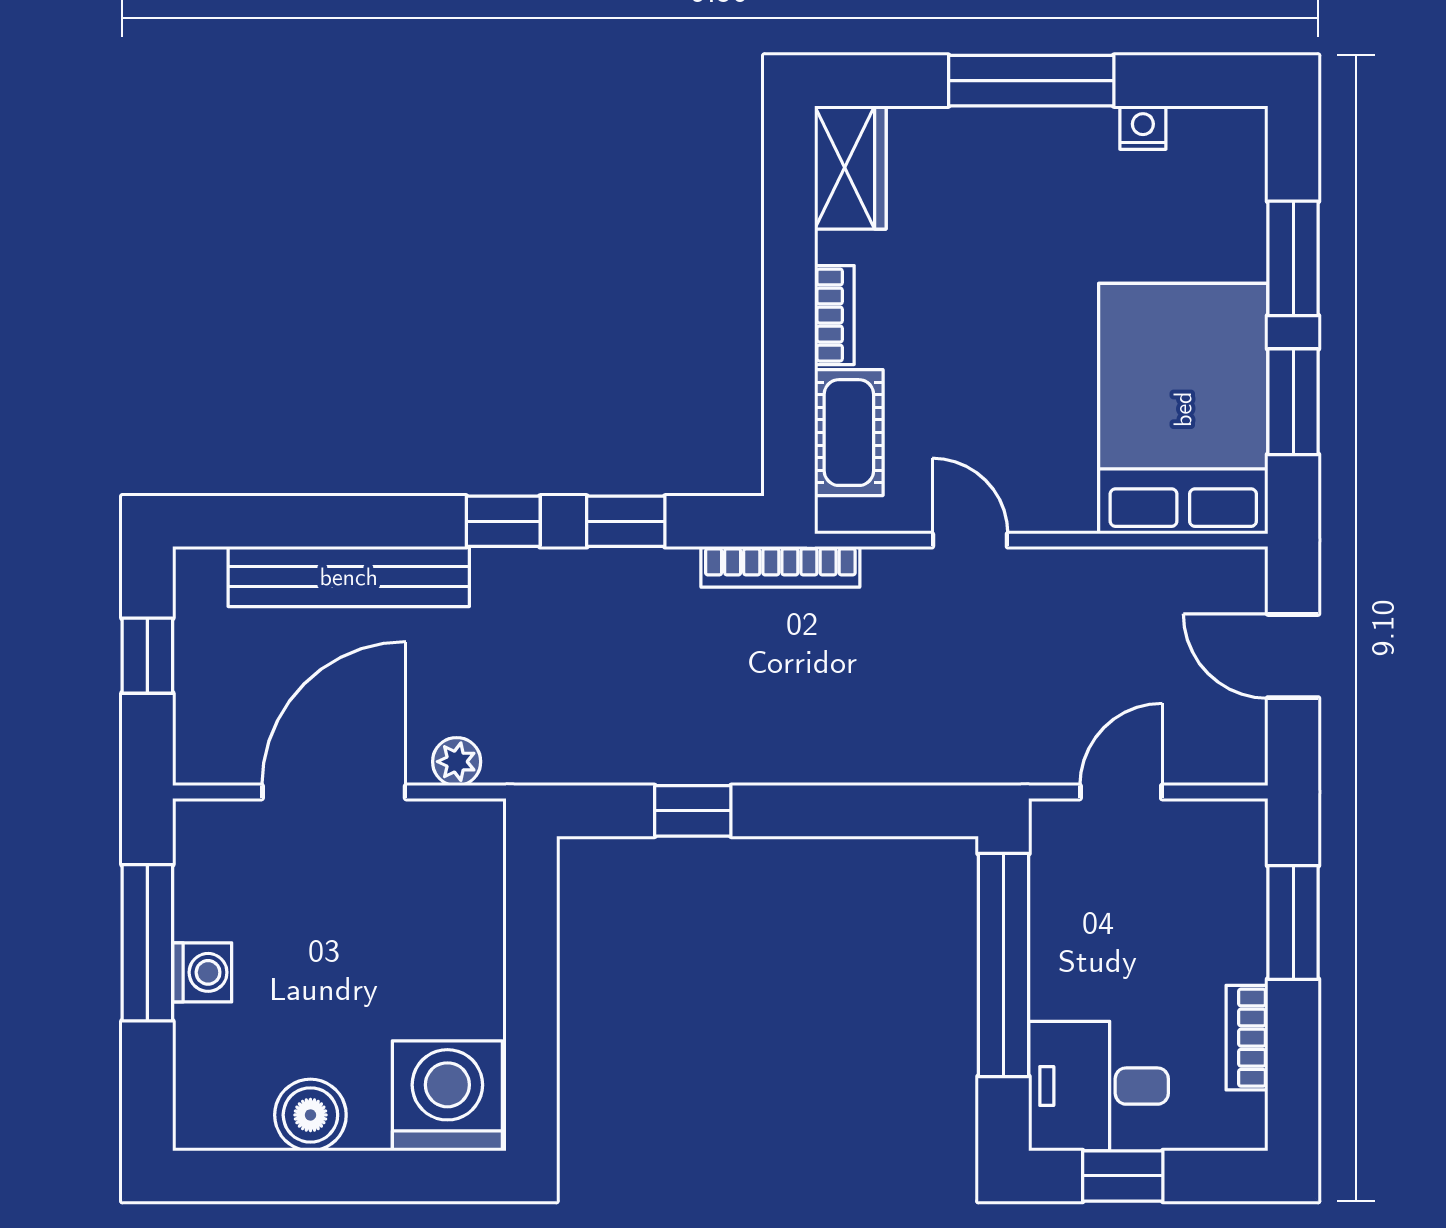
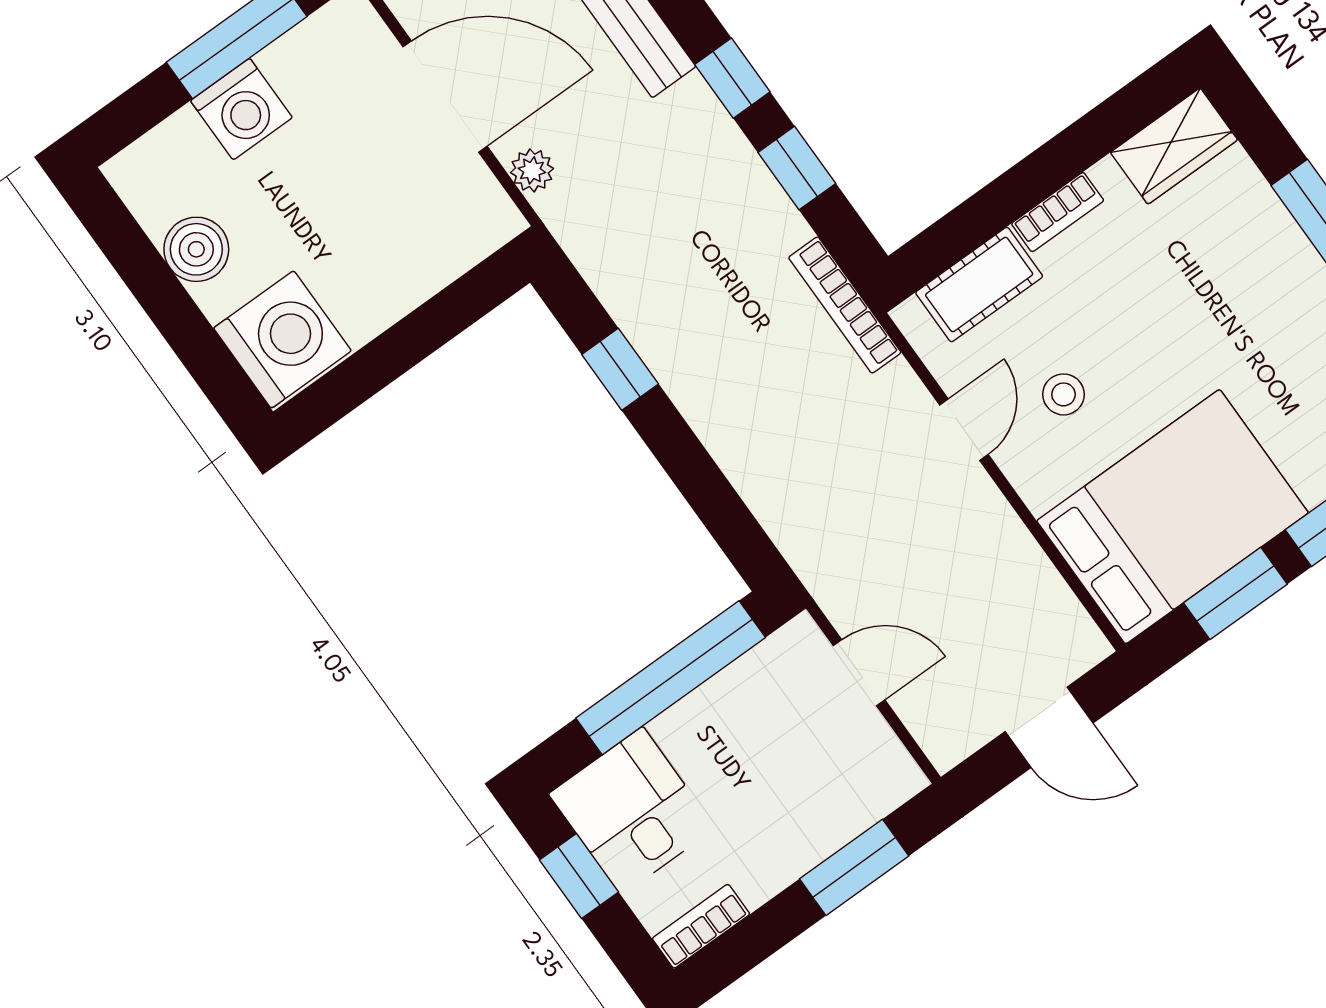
stool: (1002, 428) -> (1063, 394), added
door: (1293, 656) -> (1049, 727), swing flipped
washing machine: (202, 972) -> (241, 109), width x1.38, depth x1.38
bookcase: (1247, 1038) -> (701, 926), moved

